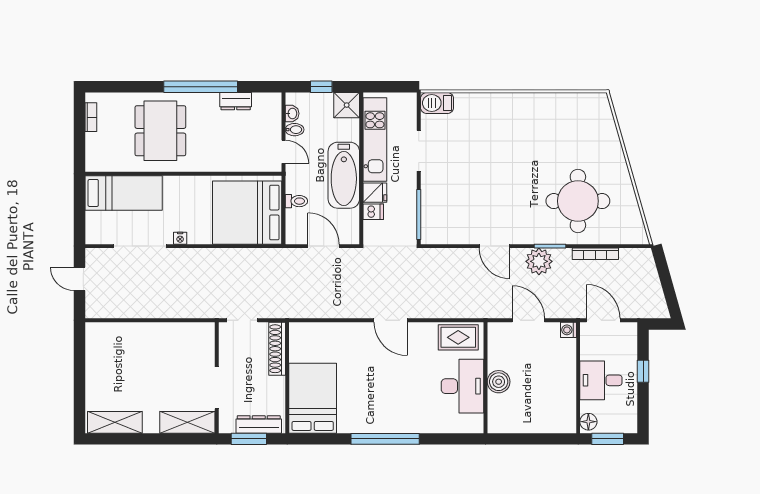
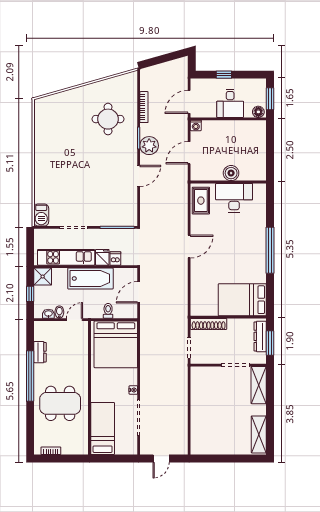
round table: (578, 201) -> (108, 119), width x0.73, depth x0.73

